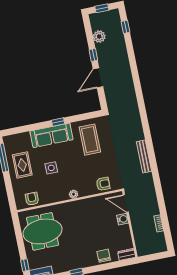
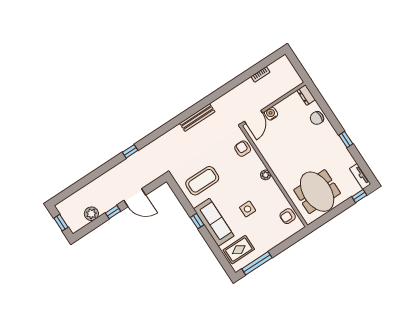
window: (125, 27) -> (130, 151), moved
rug: (22, 165) -> (239, 250), moved

